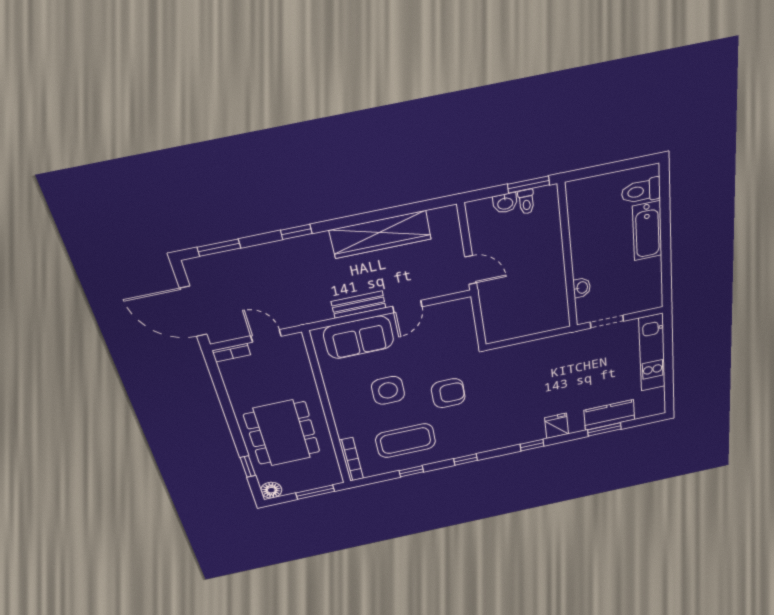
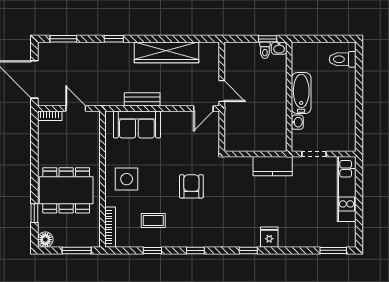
window: (529, 185) -> (268, 39), width x0.67
washbasin: (505, 203) -> (279, 48), moved
bathtub: (647, 231) -> (301, 93), moved, turned 180
door: (407, 306) -> (203, 109), moved
side table: (388, 390) -> (127, 179), moved
armchair: (448, 393) -> (191, 186), turned -90
kitchen counter: (609, 415) -> (273, 166), moved, turned 180
window: (604, 429) -> (333, 250), moved
dining table: (282, 433) -> (66, 190), turned 90
coffee table: (406, 441) -> (153, 221), width x0.54, depth x0.58

